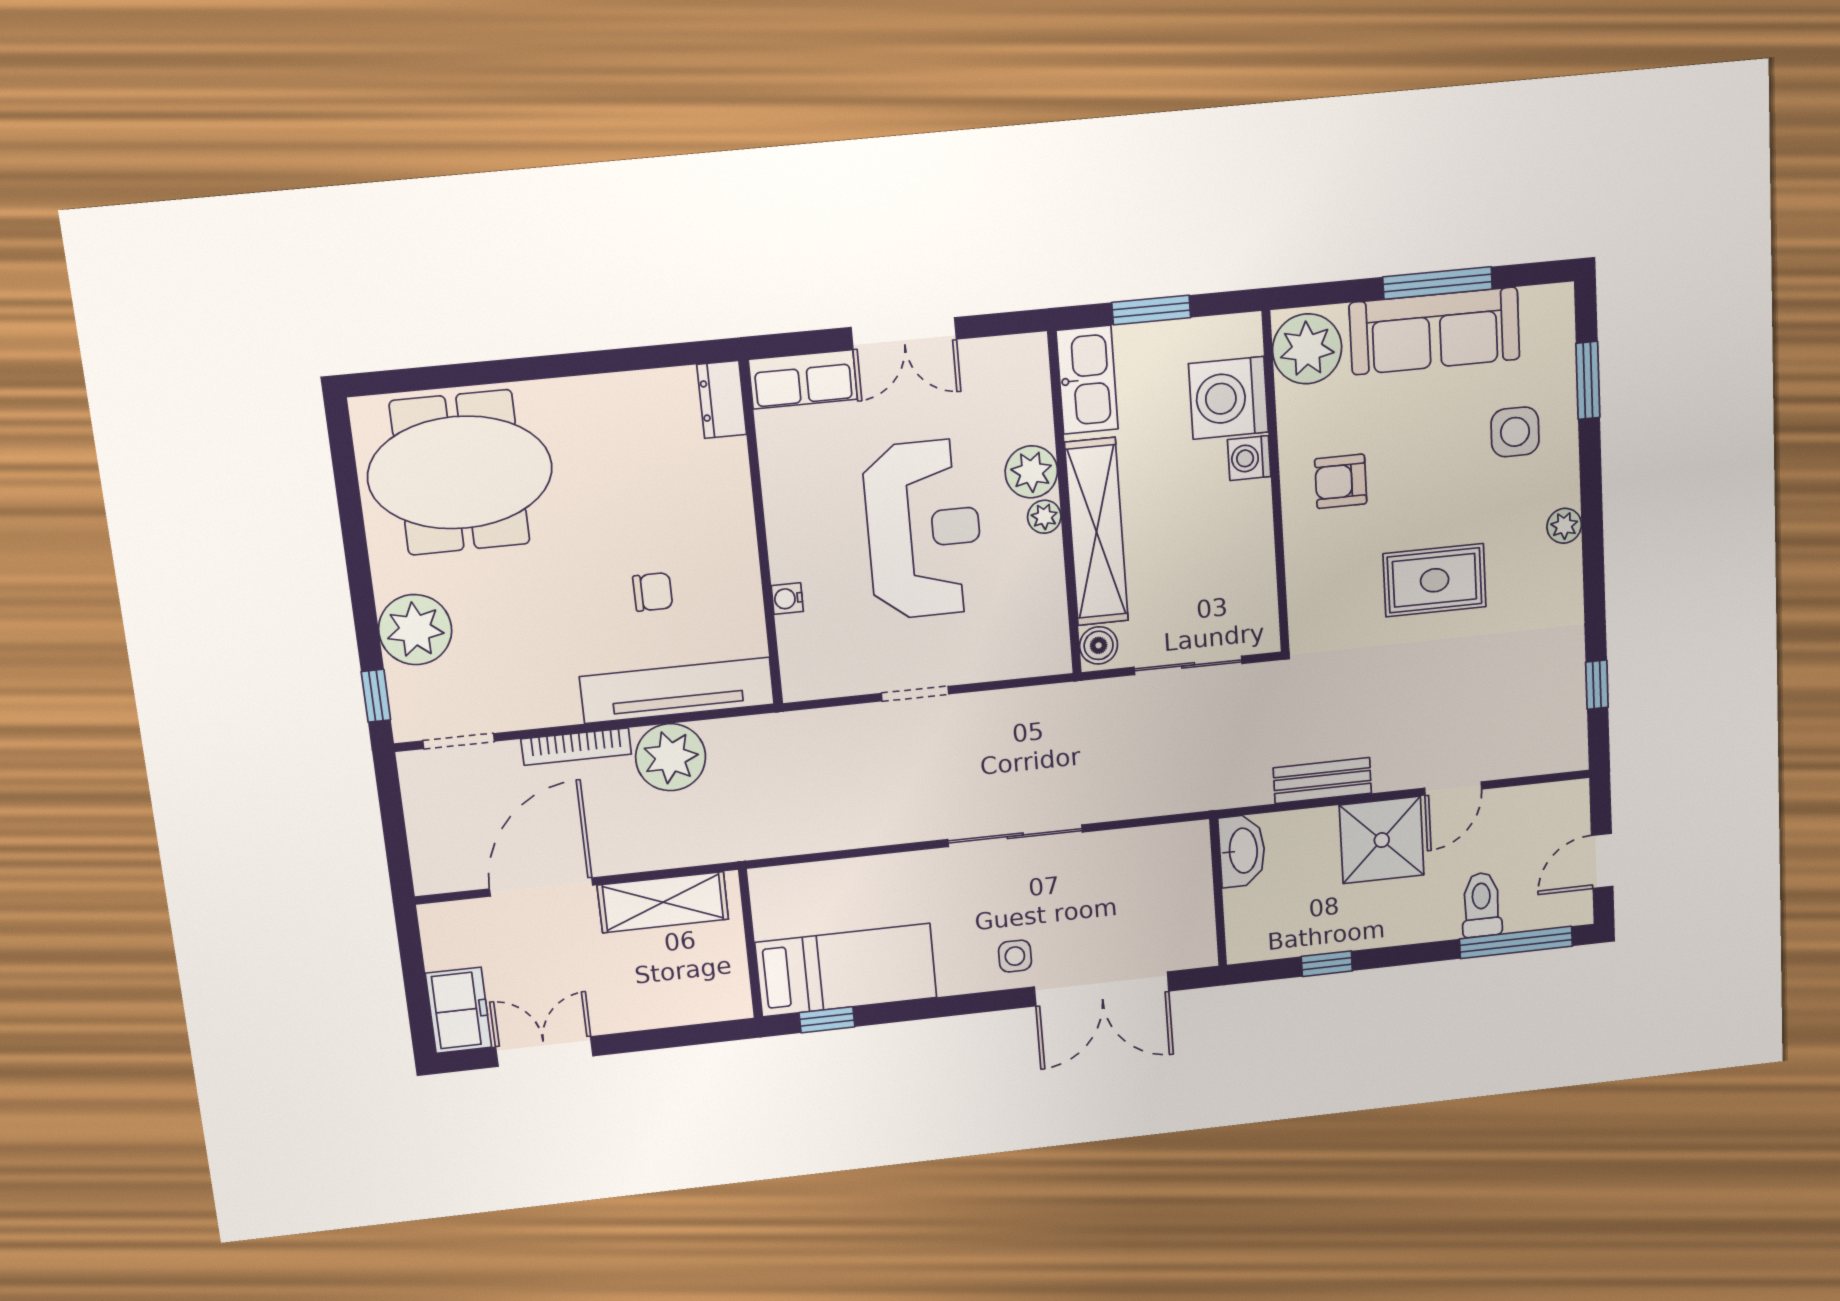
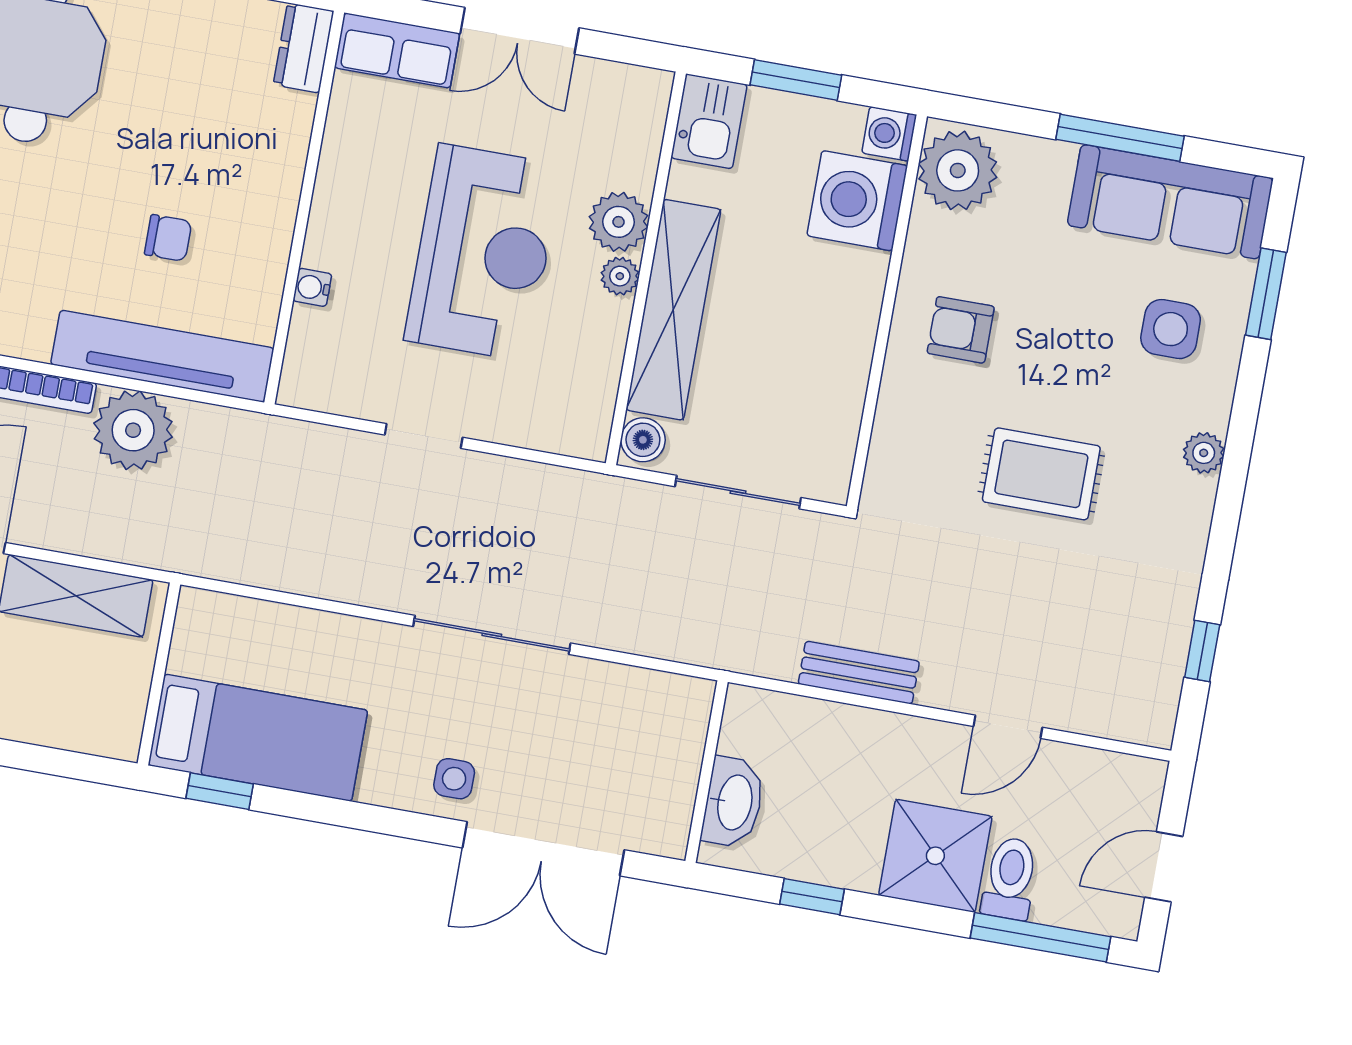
sofa: (1435, 331) -> (1170, 202), moved
kitchen sink: (1087, 380) -> (709, 121), width x0.73
washing machine: (1249, 458) -> (889, 134), moved
shower: (1382, 840) -> (935, 856), moved
washbasin: (1242, 851) -> (733, 802), moved

